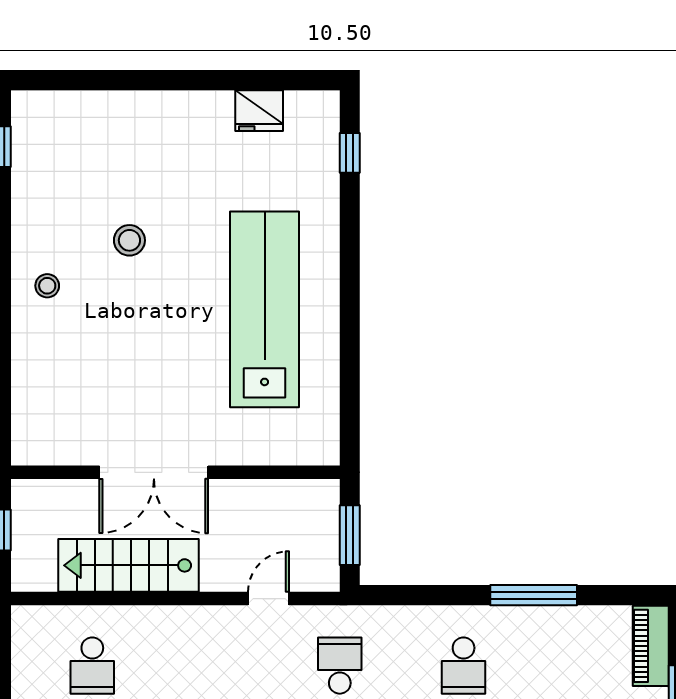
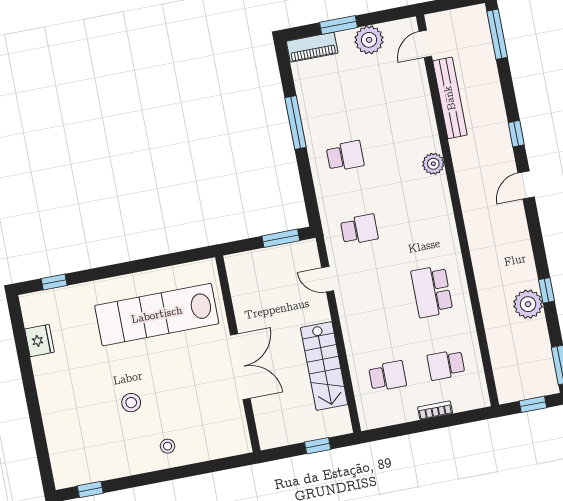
double door: (154, 472) -> (240, 367), moved
wall: (175, 472) -> (238, 354), moved
school desk: (340, 666) -> (359, 229), turned 180

